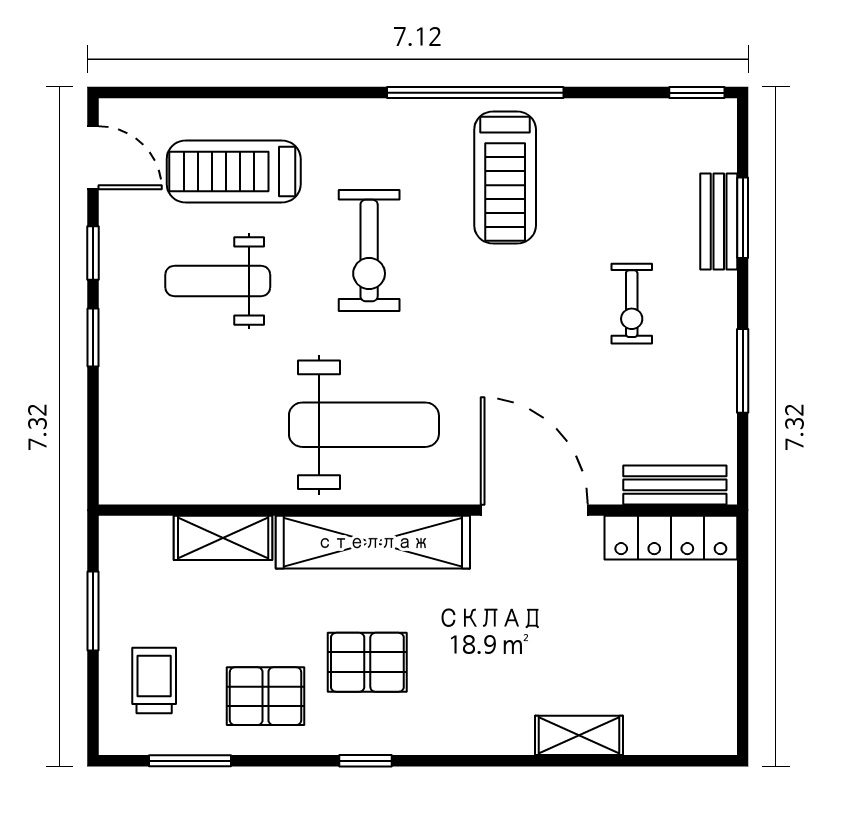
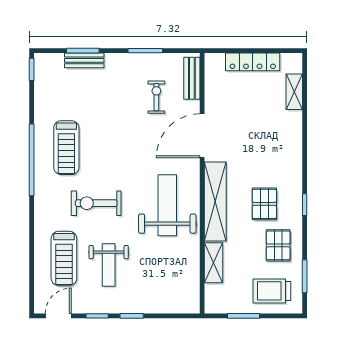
treadmill: (505, 177) -> (66, 148), turned 90
exercise bike: (369, 250) -> (96, 203), turned 180
exercise bike: (632, 304) -> (156, 97), moved, turned -90
locker: (671, 538) -> (253, 62), moved, turned 90
trolley: (154, 681) -> (272, 291), width x1.36, depth x1.39
shelving: (579, 735) -> (294, 92), moved

